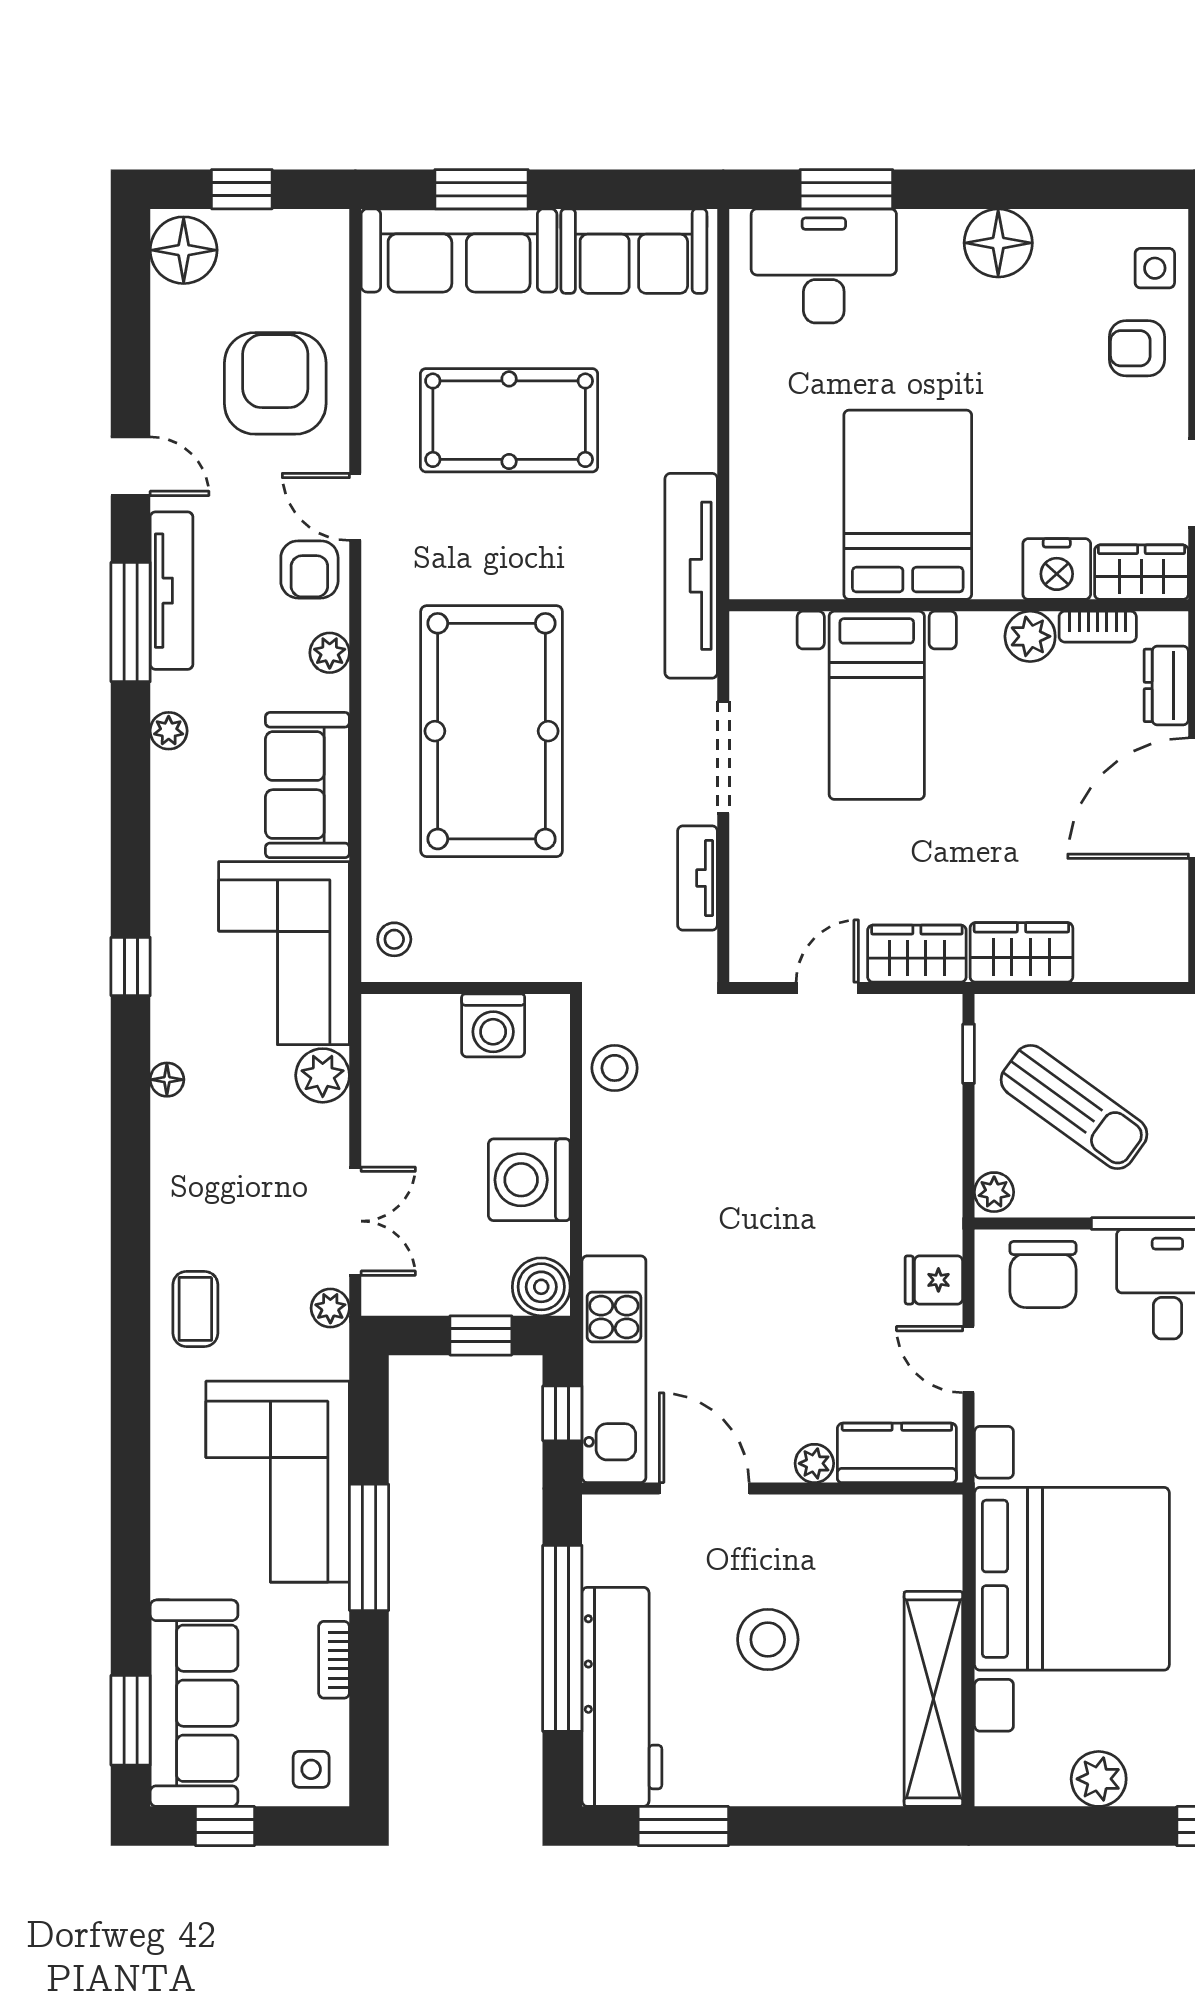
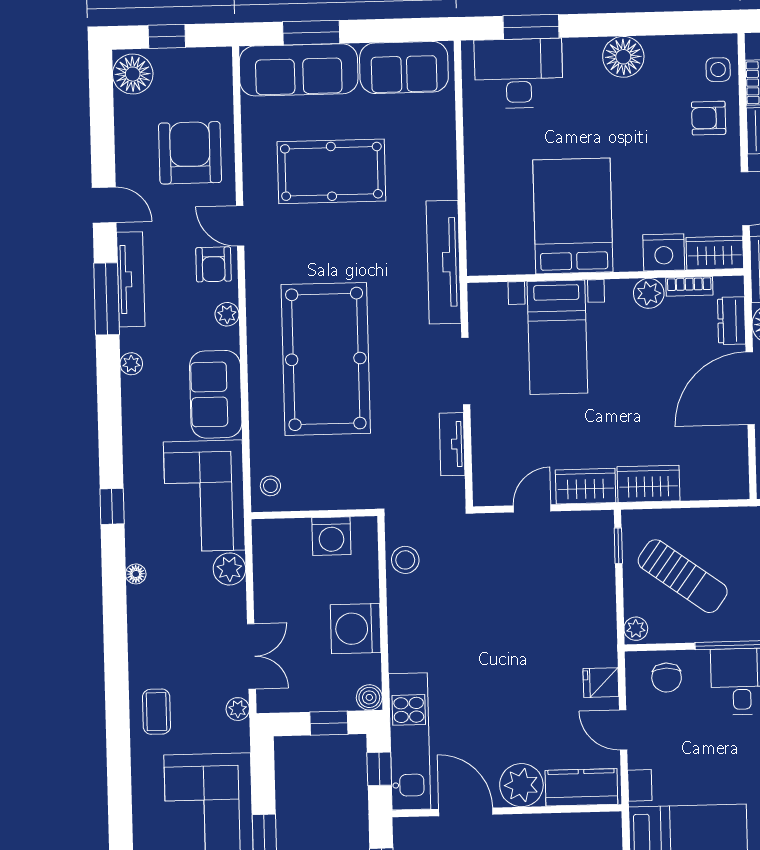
chair: (1043, 1274) -> (667, 678), width x0.73, depth x0.73
boiler: (541, 1287) -> (369, 697), width x0.73, depth x0.73
plant: (814, 1463) -> (521, 785), width x1.88, depth x1.88

